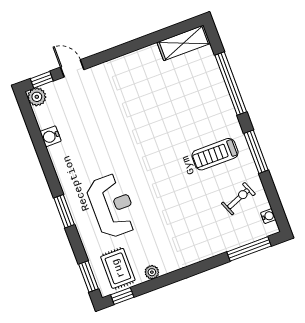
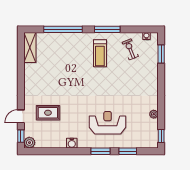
water cooler: (51, 136) -> (72, 143), moved
window: (249, 249) -> (161, 54), width x0.69
rug: (118, 268) -> (48, 113), moved
window: (88, 277) -> (128, 151), moved

